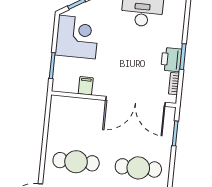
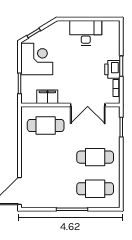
filing cabinet: (86, 86) -> (47, 97), width x2.00
double door: (135, 101) -> (88, 105), width x0.73
cafe table: (76, 162) -> (46, 126), moved

